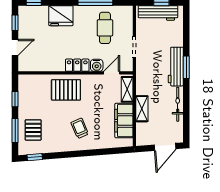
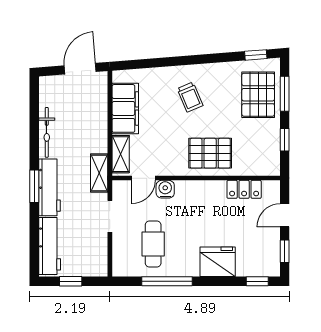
workbench: (158, 13) -> (50, 246), moved, turned 90
locker: (77, 65) -> (244, 189), moved
shelving: (142, 109) -> (99, 173), moved
pallet: (33, 130) -> (258, 95), width x1.50, depth x1.42
door: (165, 147) -> (80, 69), moved

